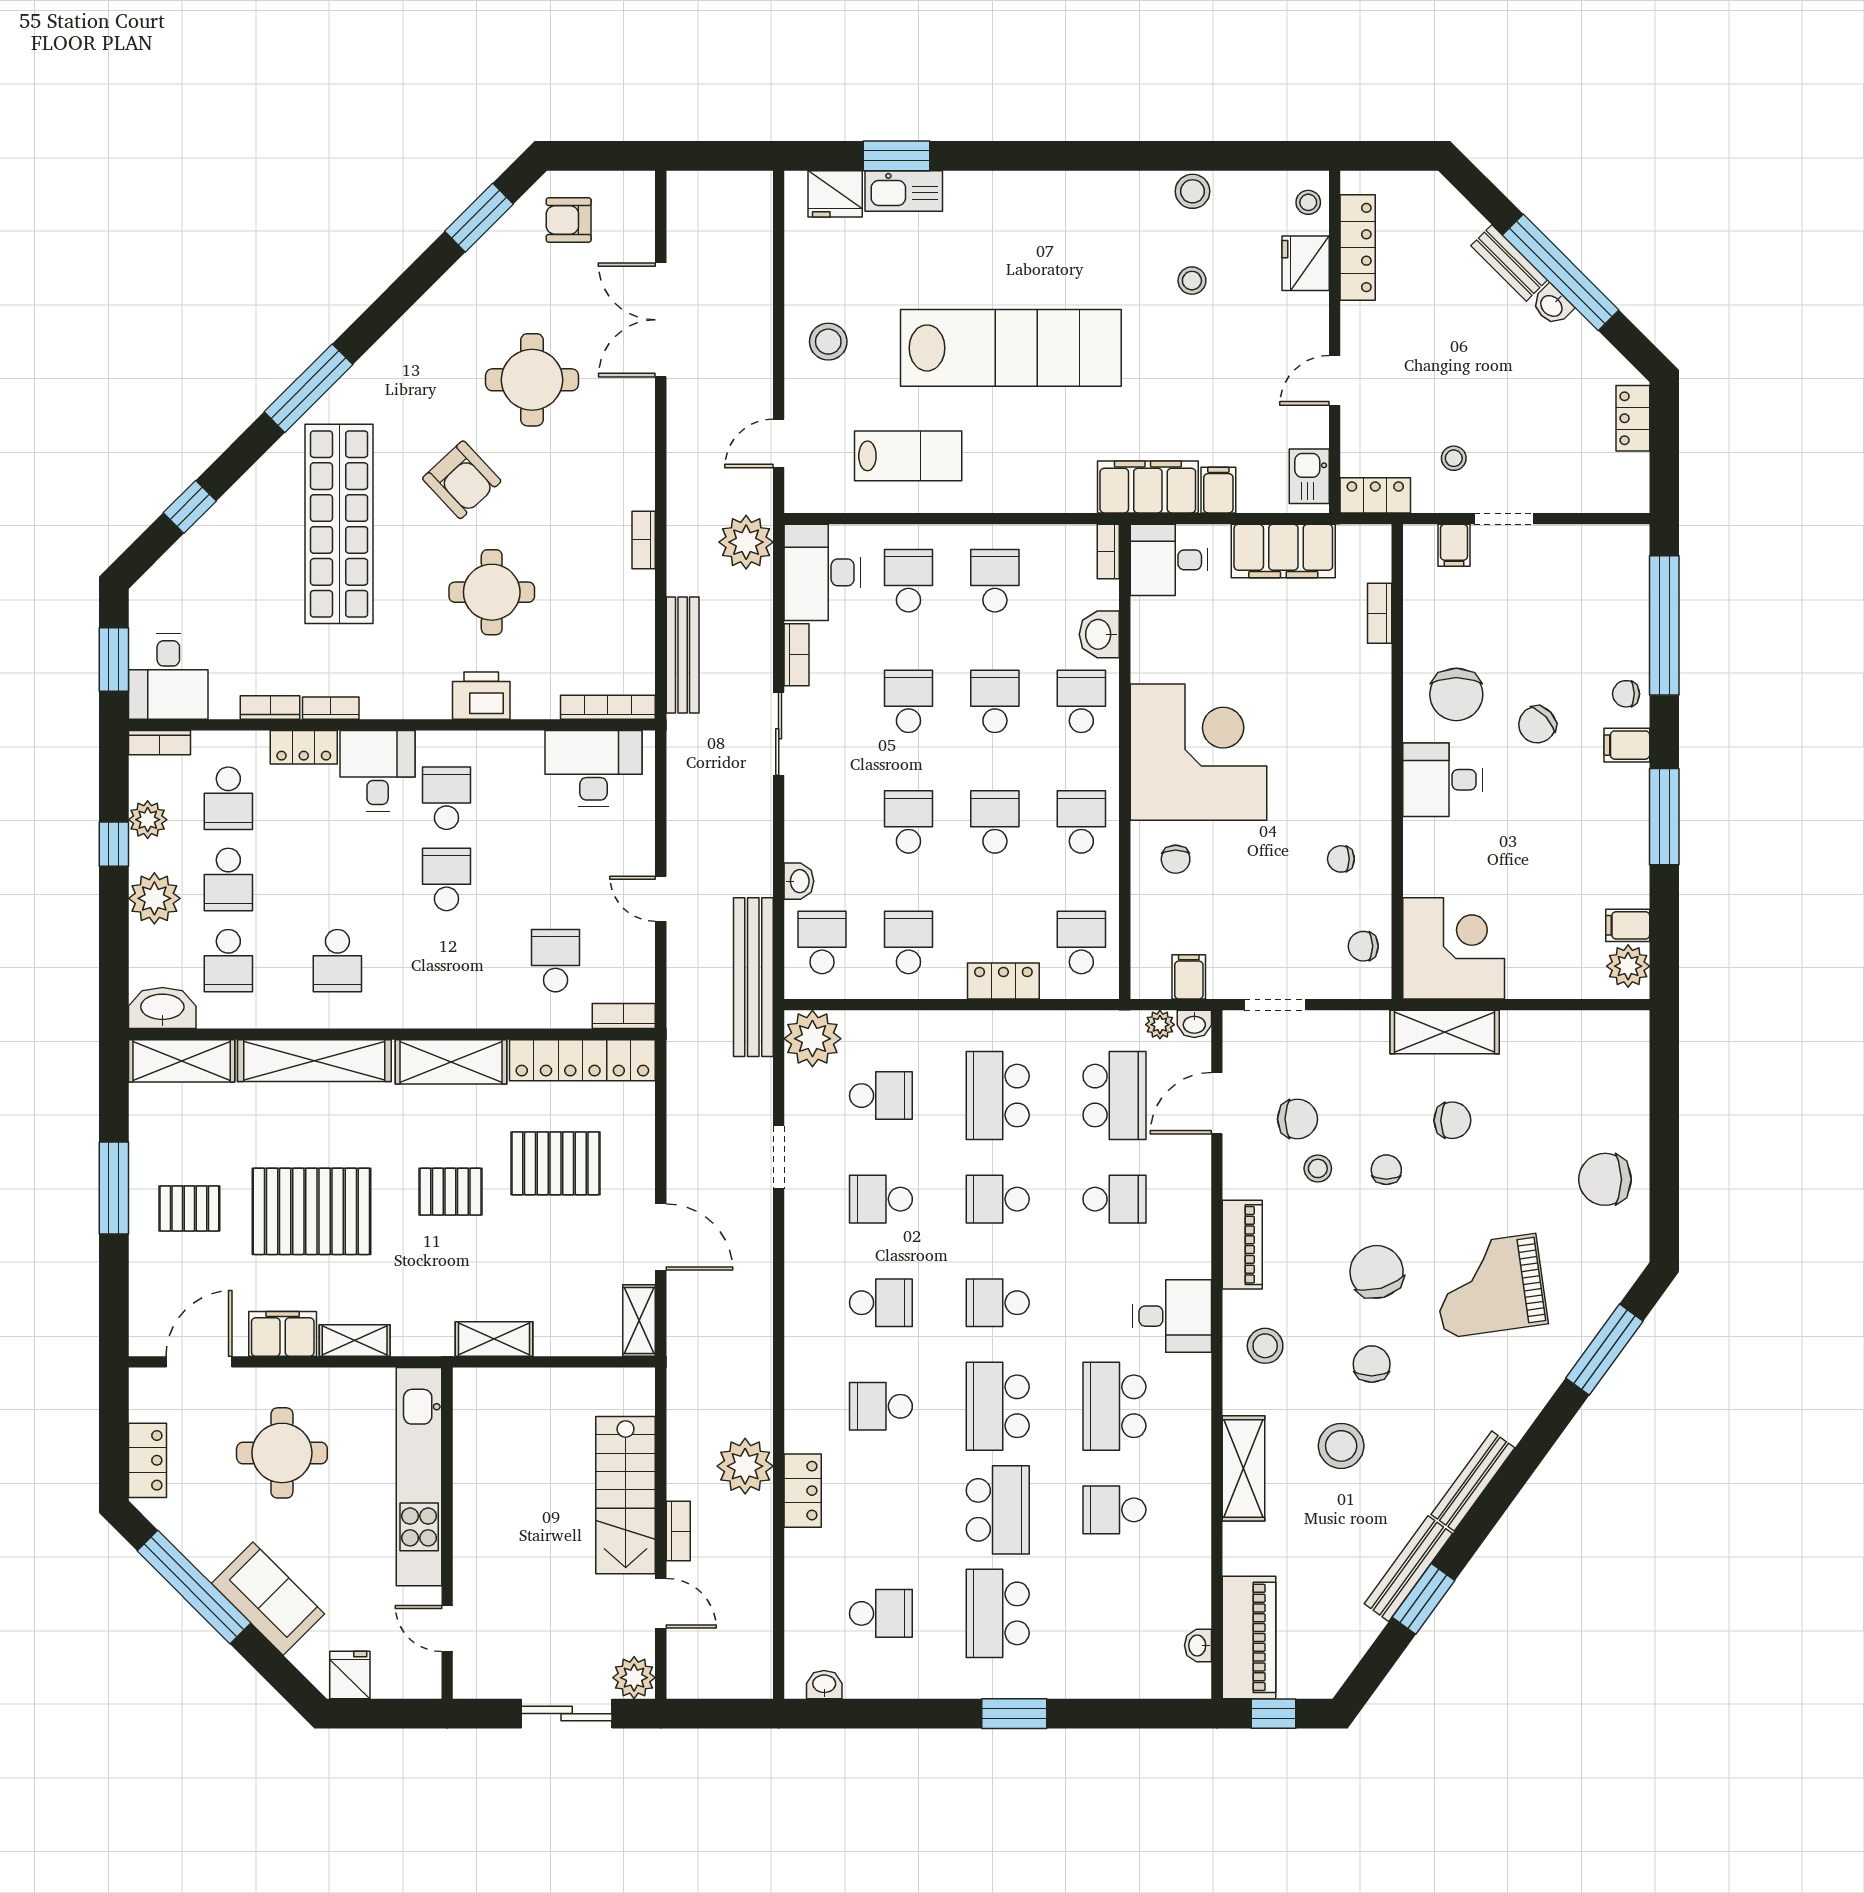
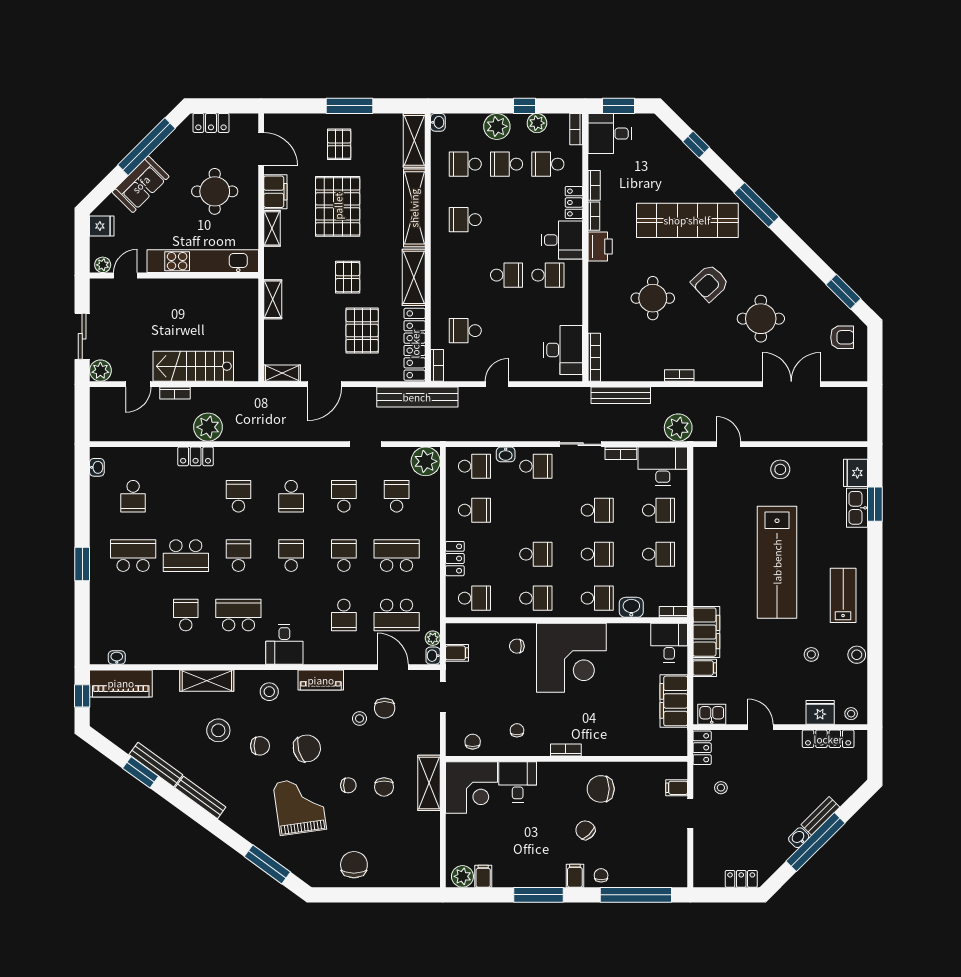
armchair: (569, 220) -> (842, 337), turned 90
lab bench: (908, 456) -> (843, 595), moved, turned 180
bookcase: (1380, 613) -> (566, 750), moved
printer: (481, 696) -> (600, 247), moved
desk: (1443, 780) -> (518, 782), moved
school desk: (908, 822) -> (536, 466), moved
school desk: (556, 961) -> (465, 331), turned 180
bench: (753, 977) -> (417, 397), moved
washbasin: (162, 1008) -> (438, 122), width x0.52, depth x0.69
school desk: (881, 1096) -> (397, 496), turned 180
chair: (1386, 1170) -> (348, 785), moved
school desk: (998, 1406) -> (238, 556), width x0.54
plant: (426, 1673) -> (103, 265), added

